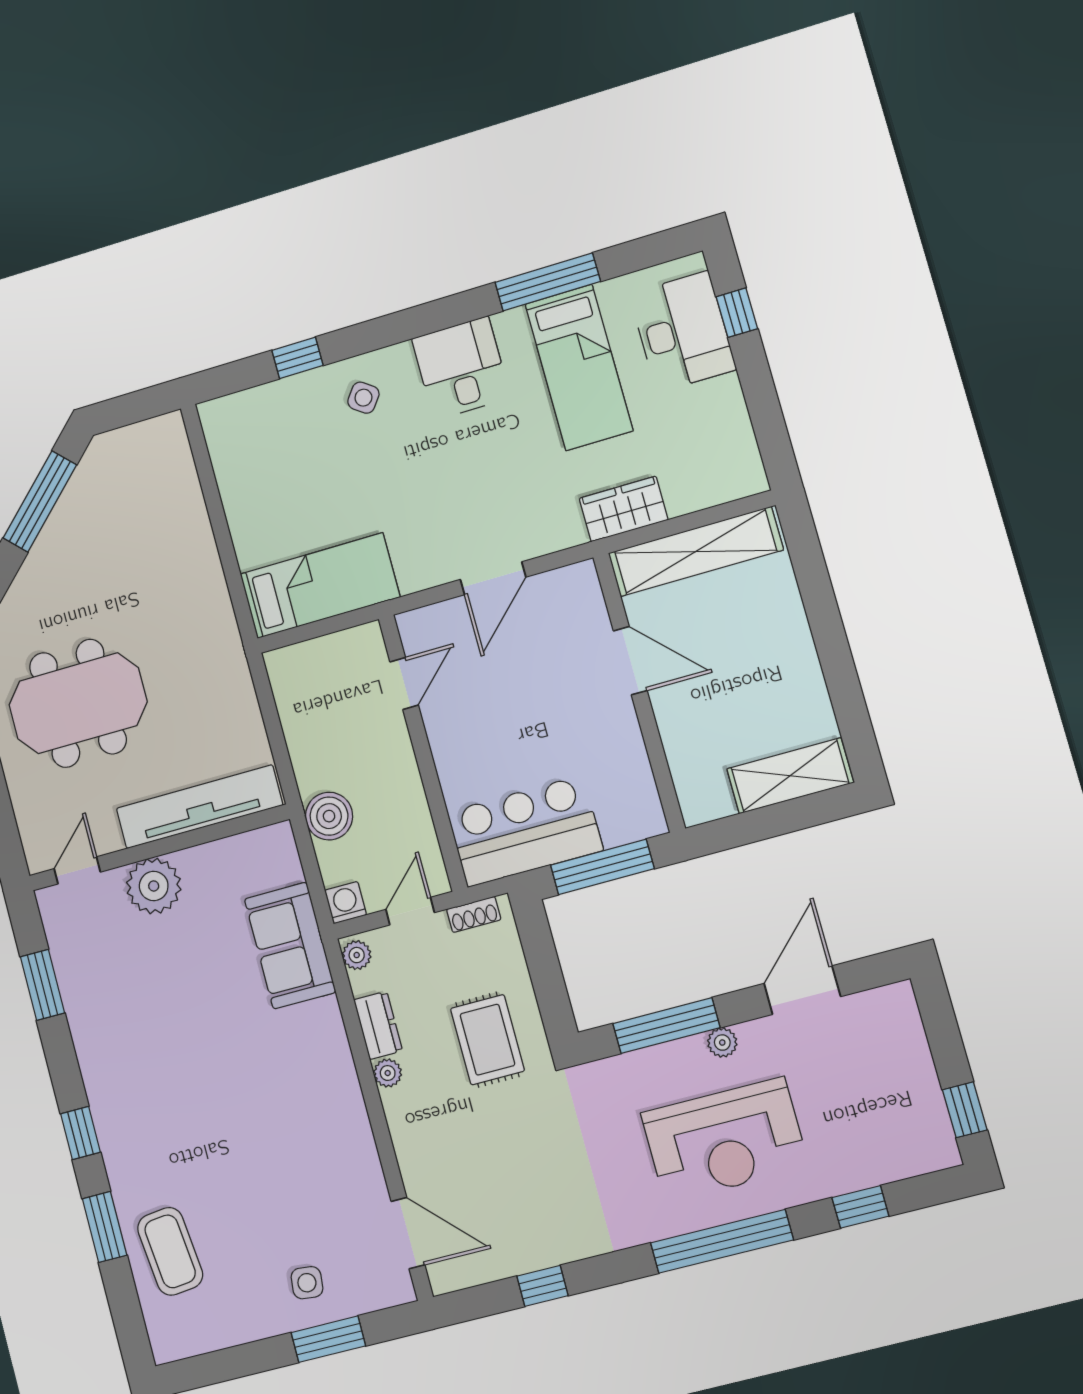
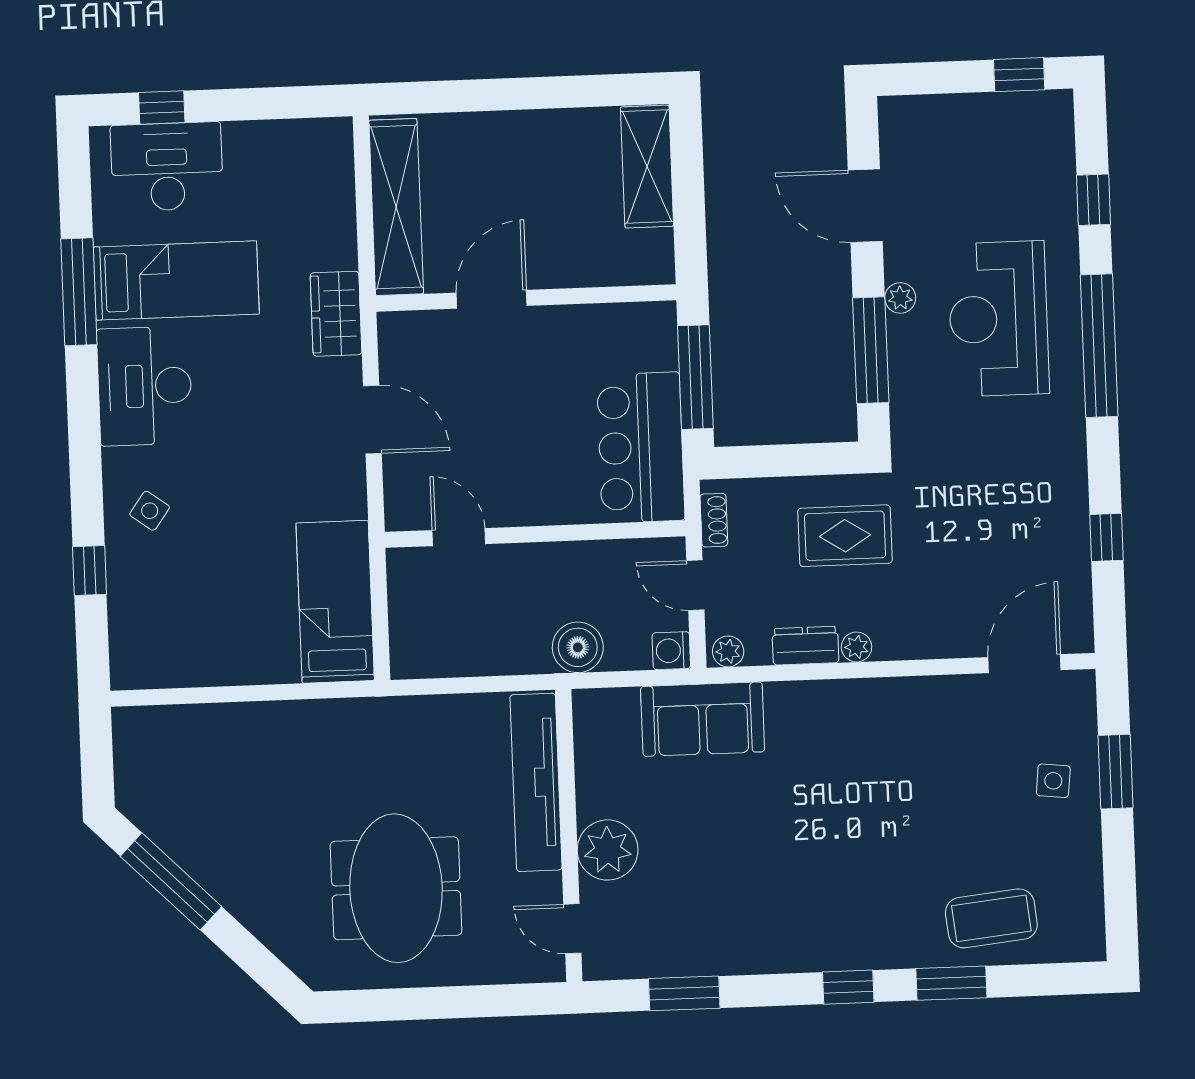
desk: (461, 368) -> (145, 386), width x1.37
wardrobe: (624, 509) -> (336, 314), moved
reception desk: (725, 1140) -> (998, 319), turned 180

